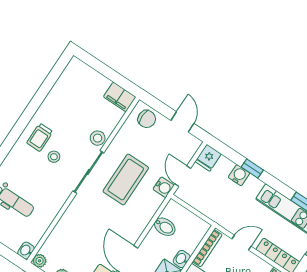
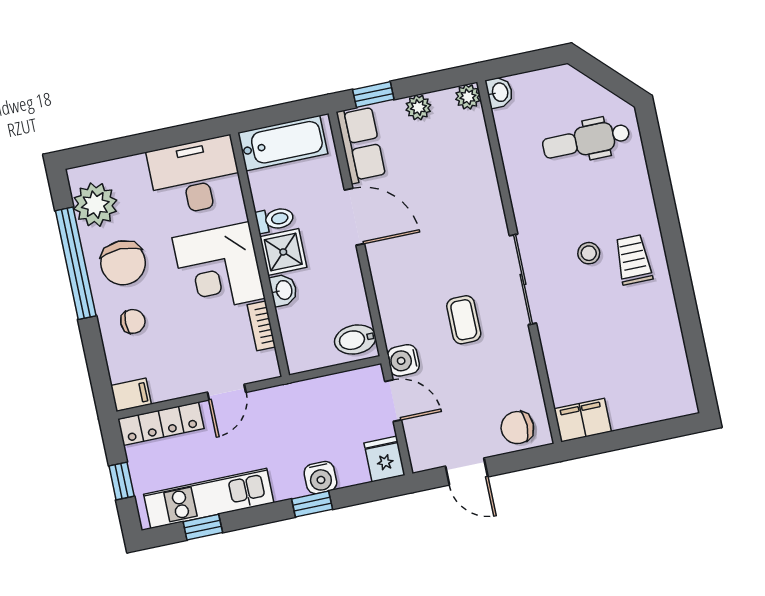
stool: (98, 138) -> (556, 336), removed
coffee table: (126, 179) -> (464, 320), width x0.54, depth x0.58
bidet: (165, 227) -> (355, 339), moved
bookcase: (207, 248) -> (261, 326), width x0.64

